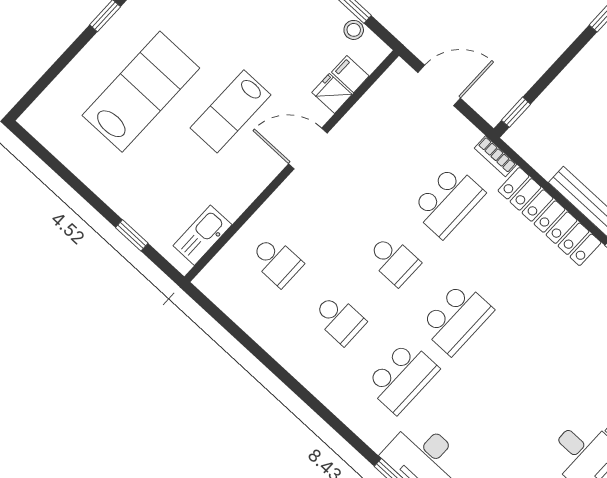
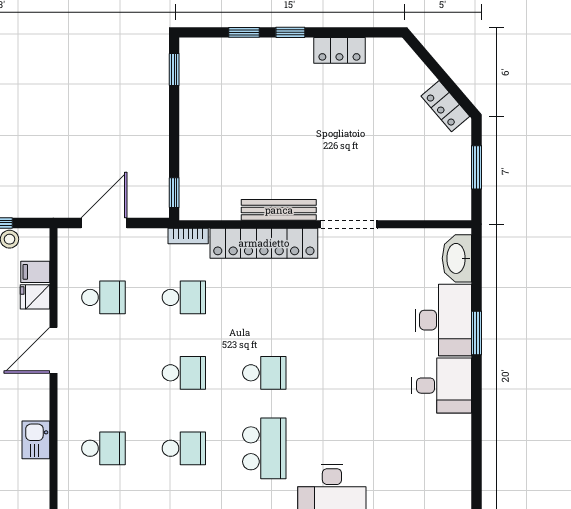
school desk: (385, 143) -> (103, 297), added
school desk: (448, 201) -> (184, 297), width x0.54
kitchen sink: (202, 235) -> (36, 440), moved, width x0.73
school desk: (456, 318) -> (264, 373), width x0.54

